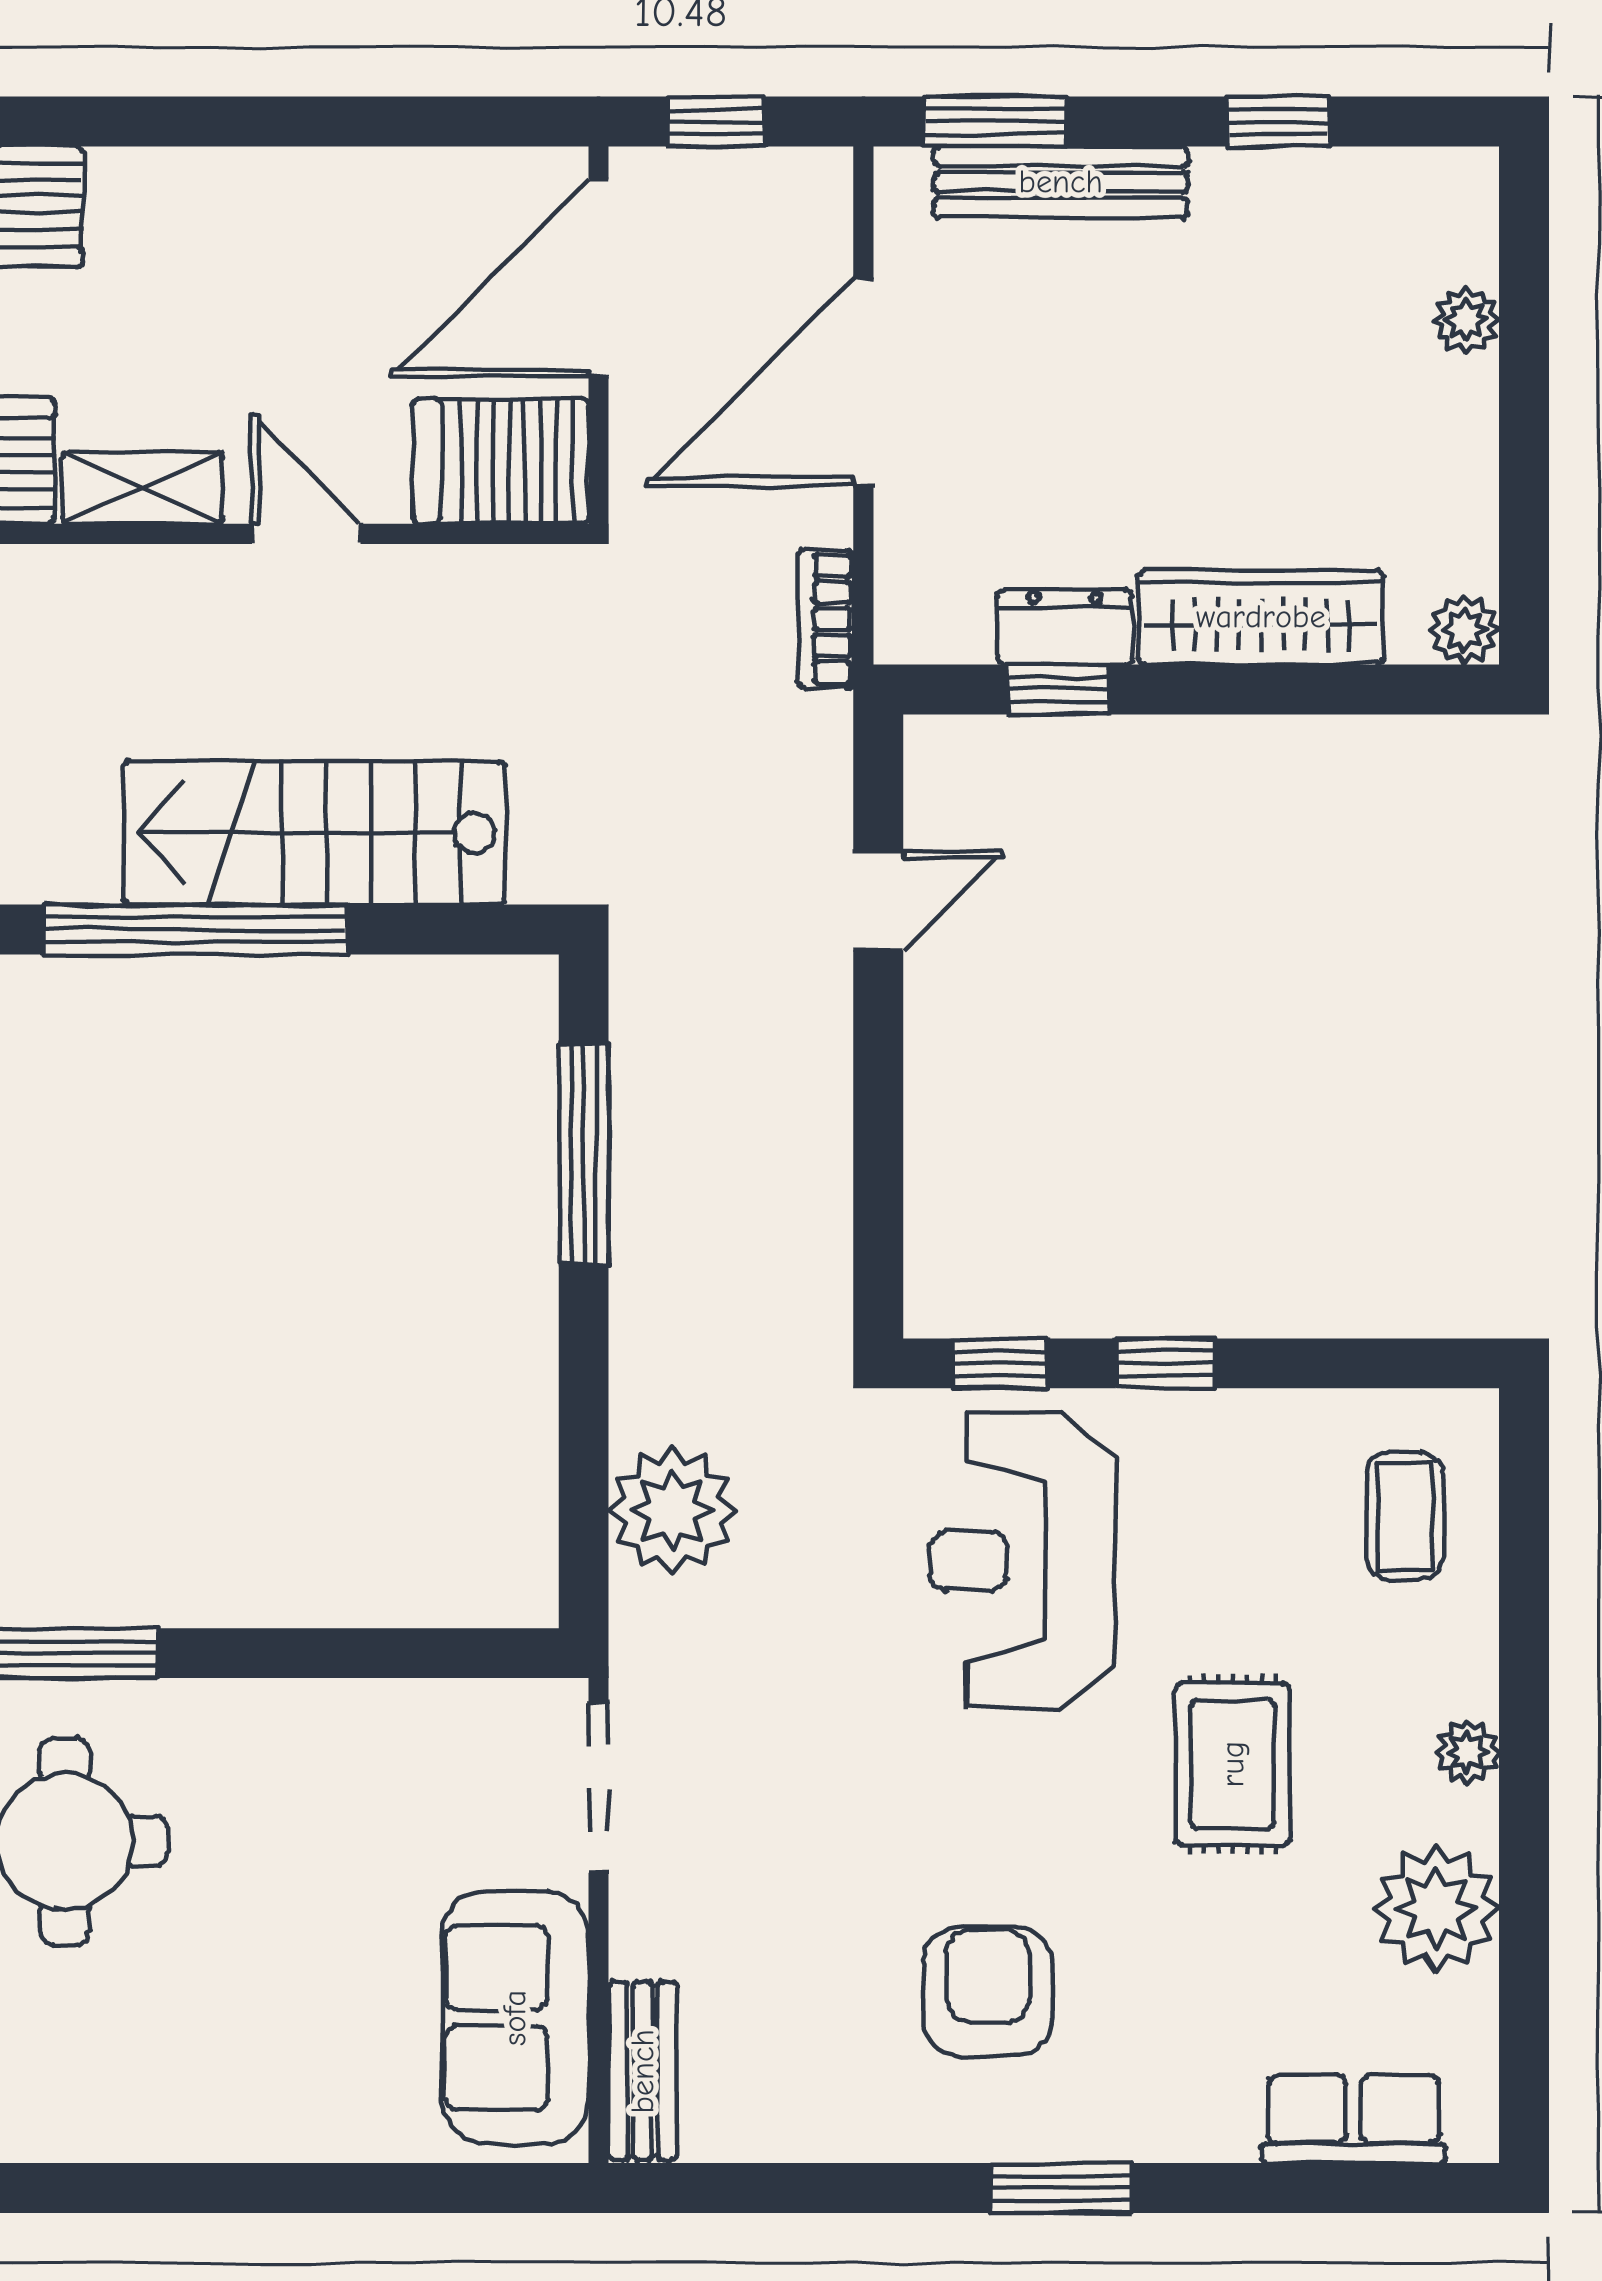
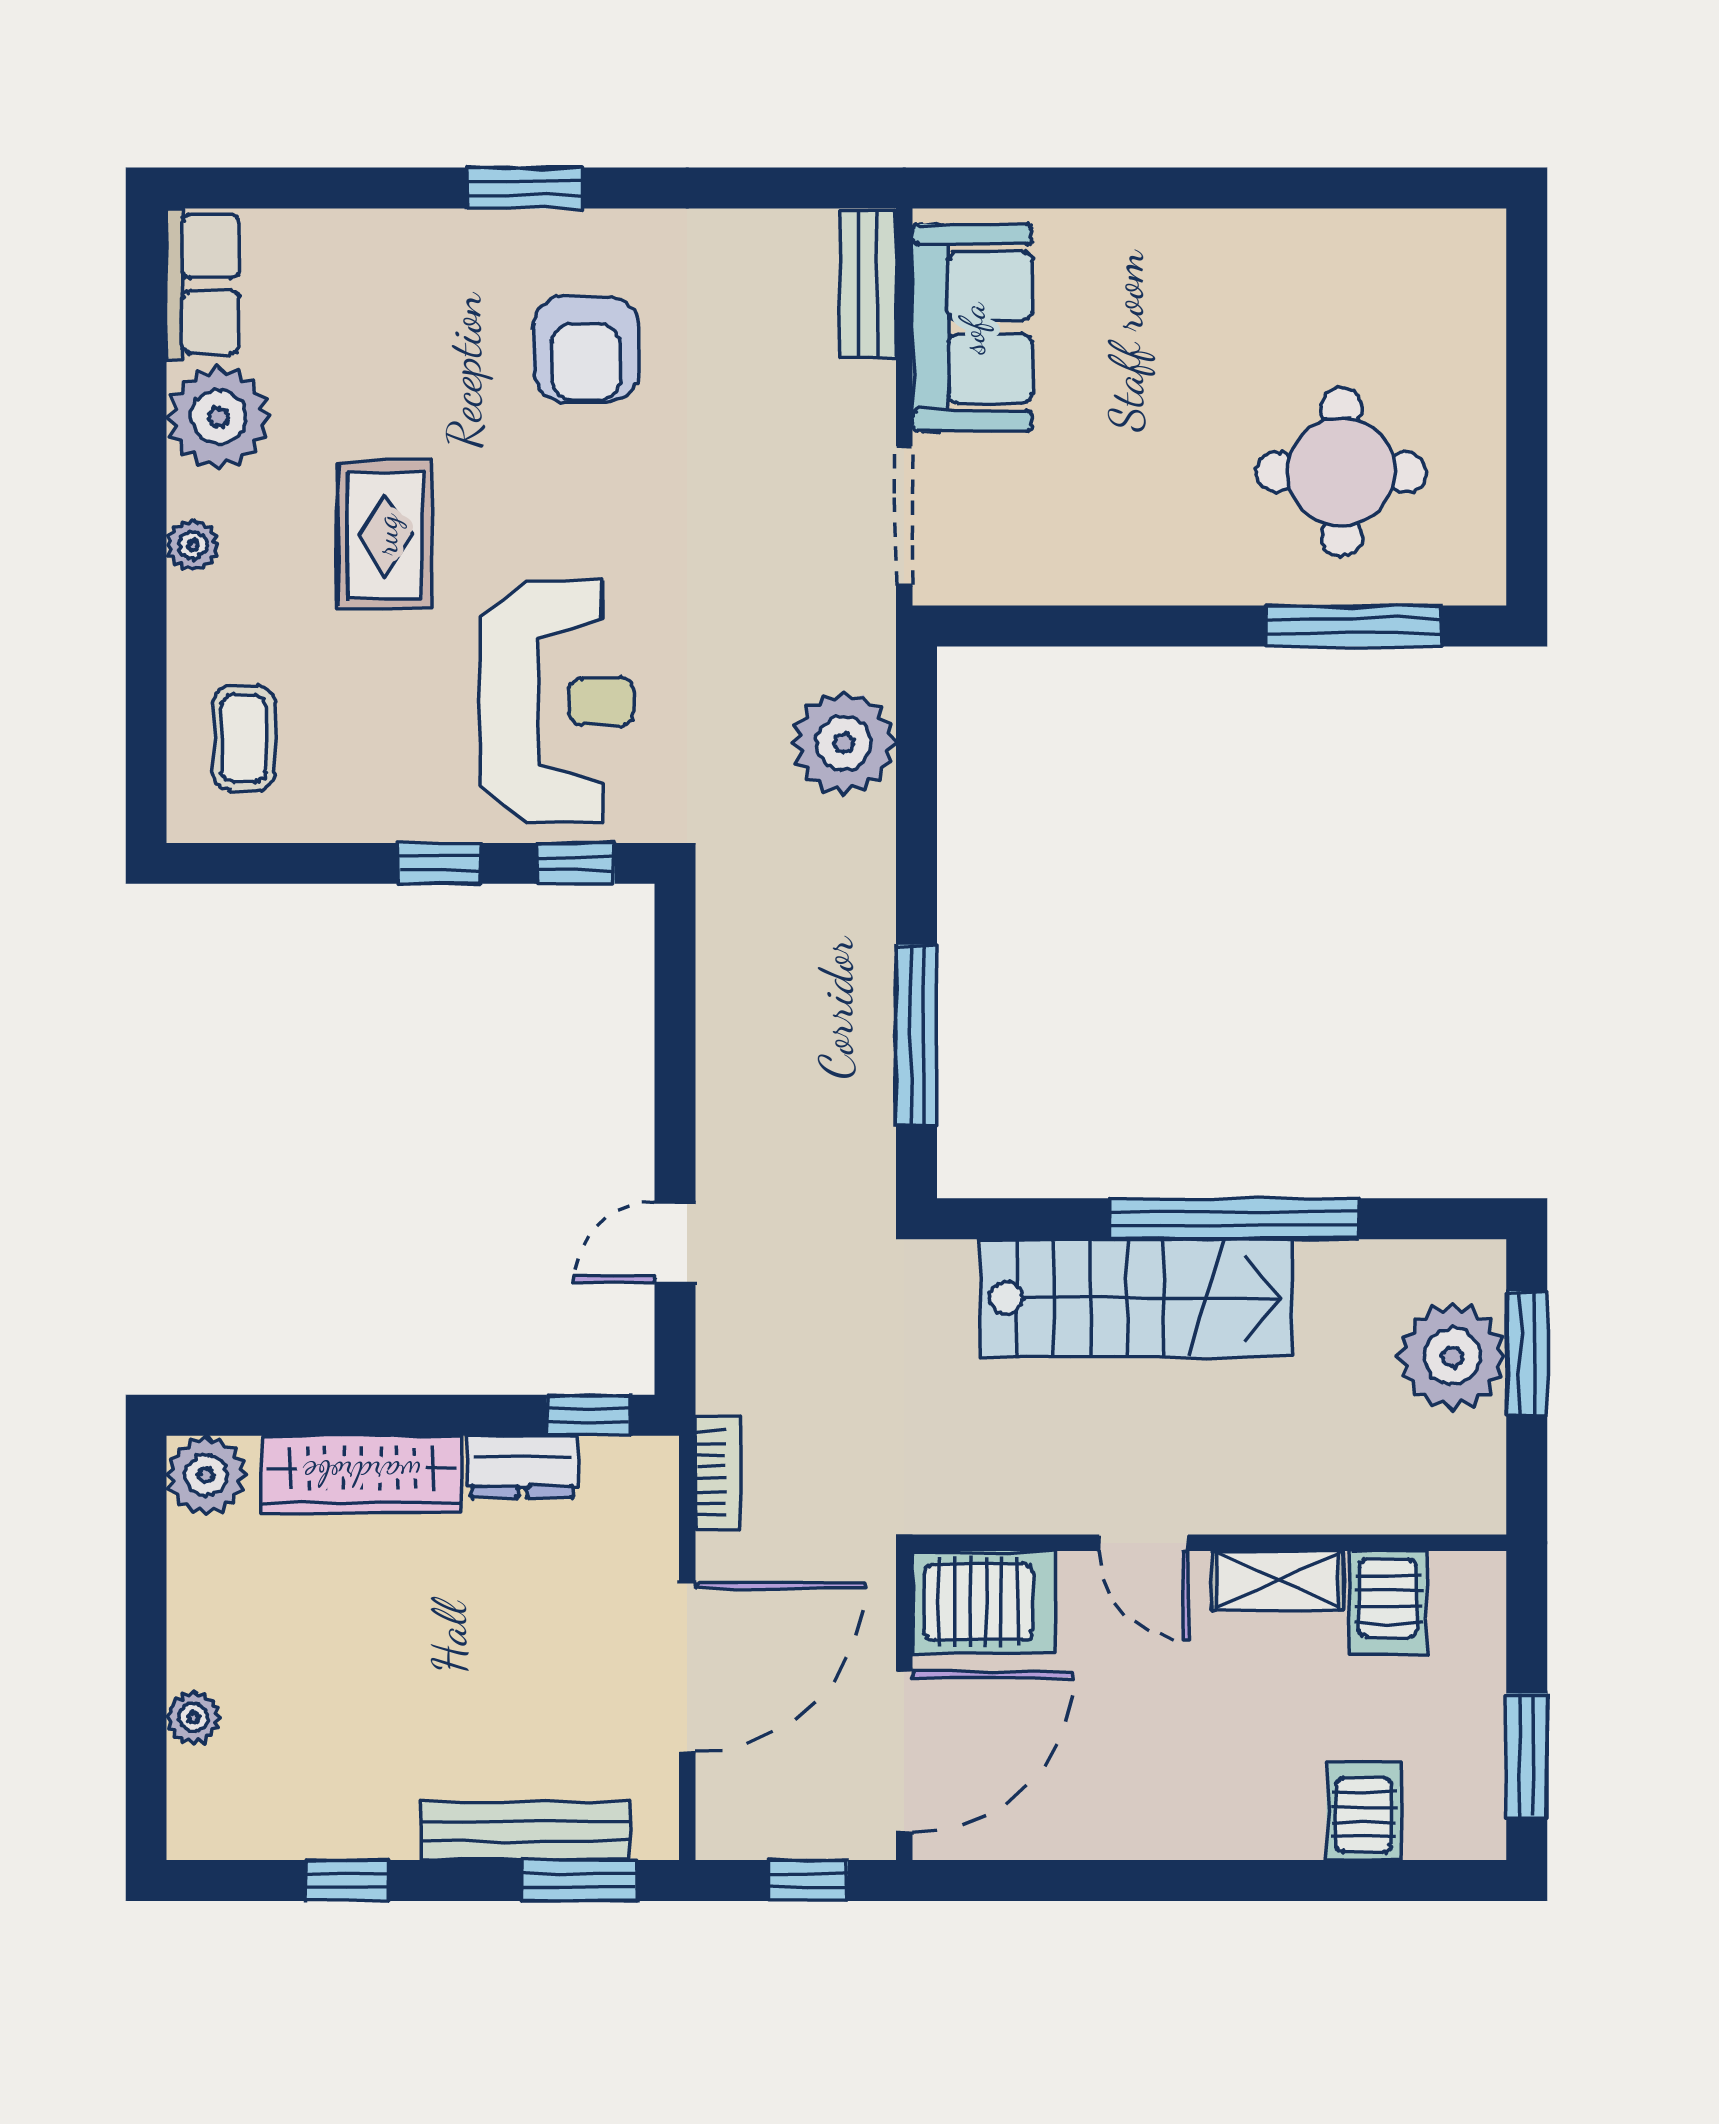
plant: (1464, 630) -> (206, 1475), width x1.38, depth x1.38
window: (1059, 689) -> (588, 1415), moved
row of seats: (1354, 2119) -> (203, 284), moved, turned -90

